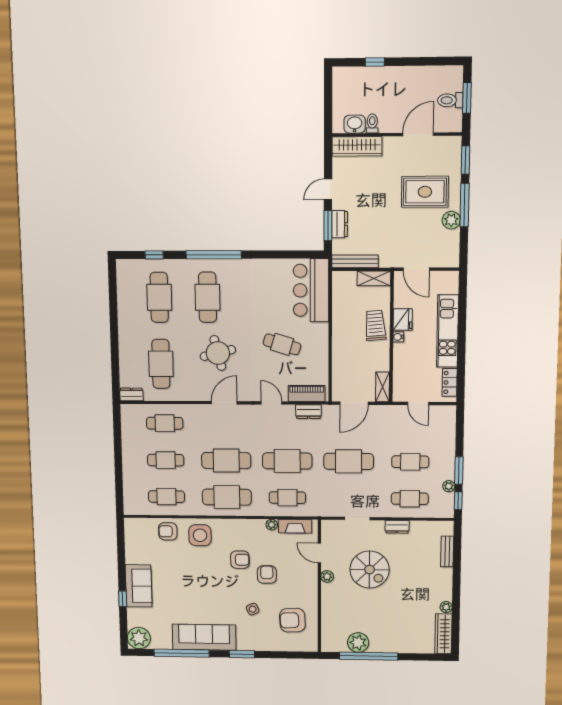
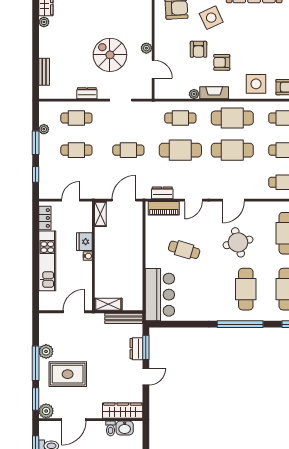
plant: (453, 145) -> (46, 411), added
door: (416, 269) -> (74, 312), hinge flipped
fridge: (403, 320) -> (84, 242), moved
trolley: (375, 325) -> (107, 266), removed
door: (271, 403) -> (193, 200), hinge flipped
door: (418, 403) -> (71, 200), hinge flipped
cafe table: (349, 461) -> (128, 150), width x0.73, depth x0.74
window: (458, 501) -> (36, 174), moved
fireplace: (295, 526) -> (214, 93), moved
side table: (253, 609) -> (211, 18), width x1.87, depth x1.87

